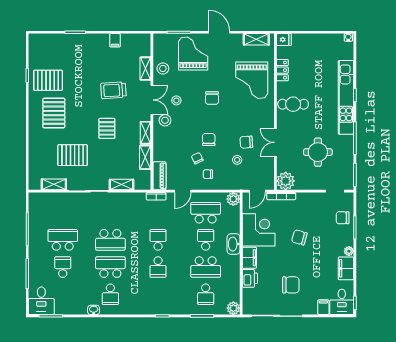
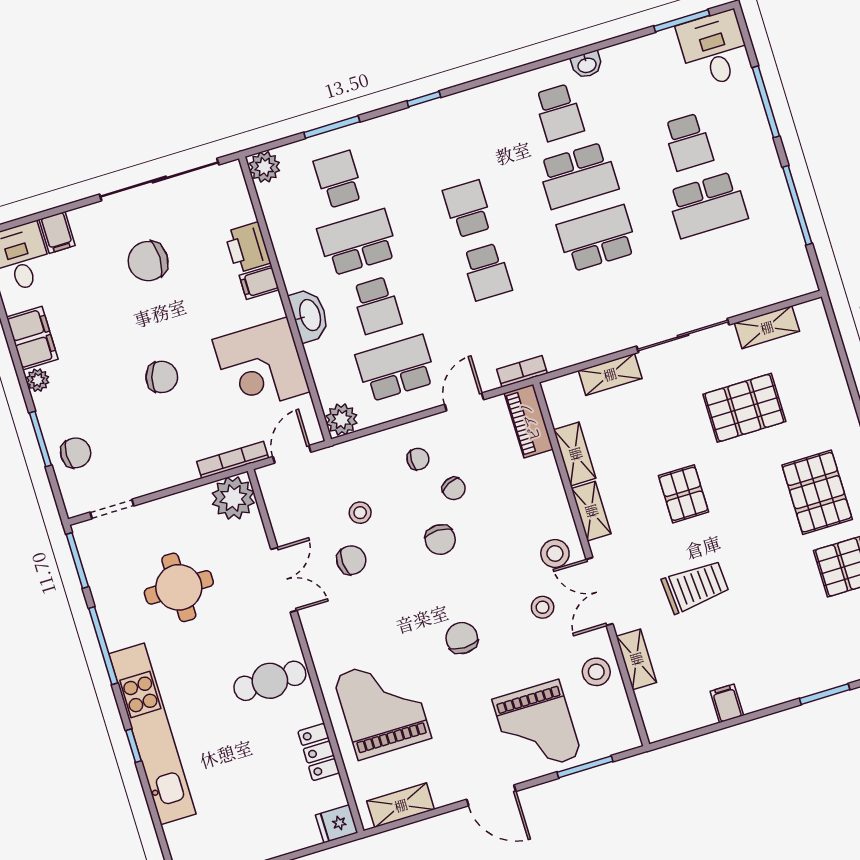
school desk: (206, 213) -> (396, 368), turned 180
filing cabinet: (249, 258) -> (259, 282), width x0.50
school desk: (110, 294) -> (559, 112), turned 180

